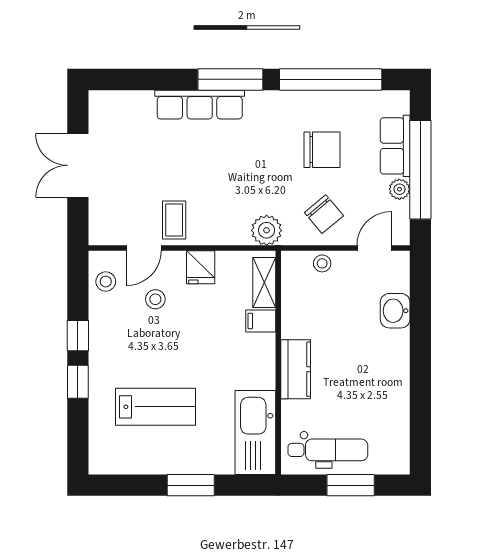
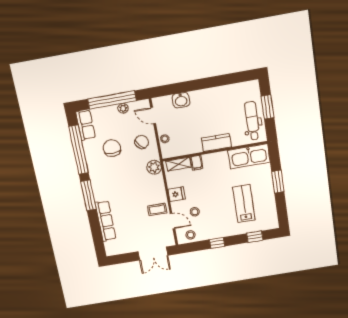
row of seats: (200, 105) -> (106, 221), moved
row of seats: (395, 146) -> (86, 125), moved, turned -90
double door: (78, 165) -> (153, 253), moved
window: (78, 382) -> (255, 237), moved

